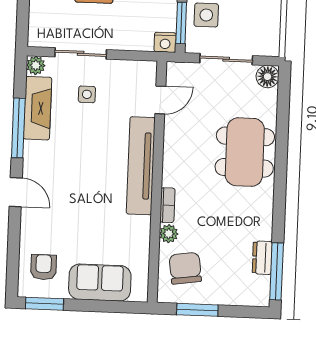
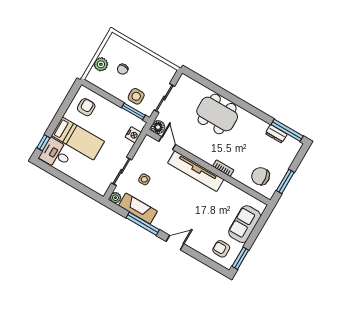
nightstand: (165, 42) -> (133, 135), moved
floor lamp: (268, 77) -> (158, 127), moved
plant: (169, 234) -> (238, 175), removed

